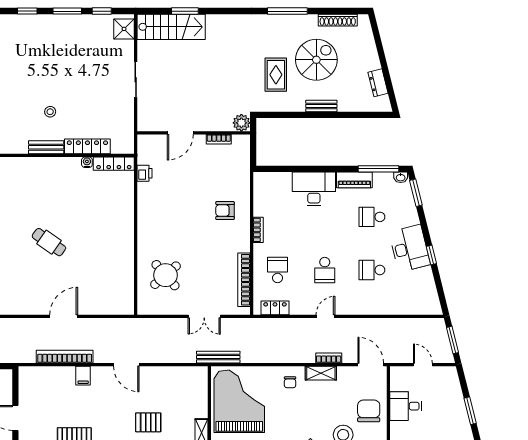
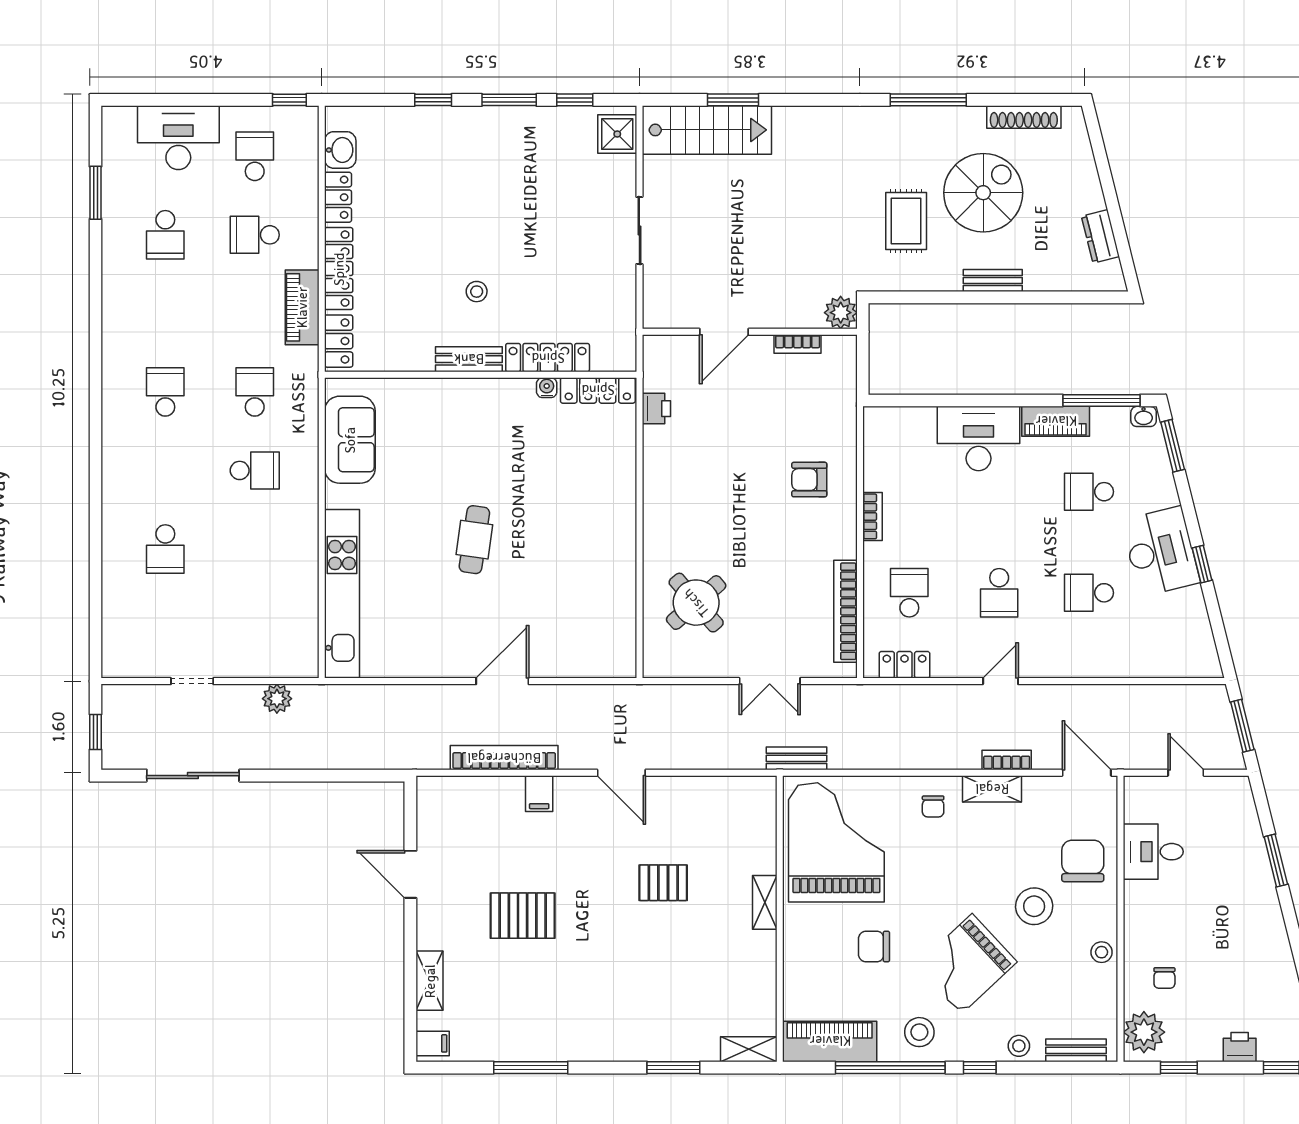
cafe table: (49, 242) -> (474, 540), turned 63
bench: (218, 357) -> (796, 758), width x0.73

